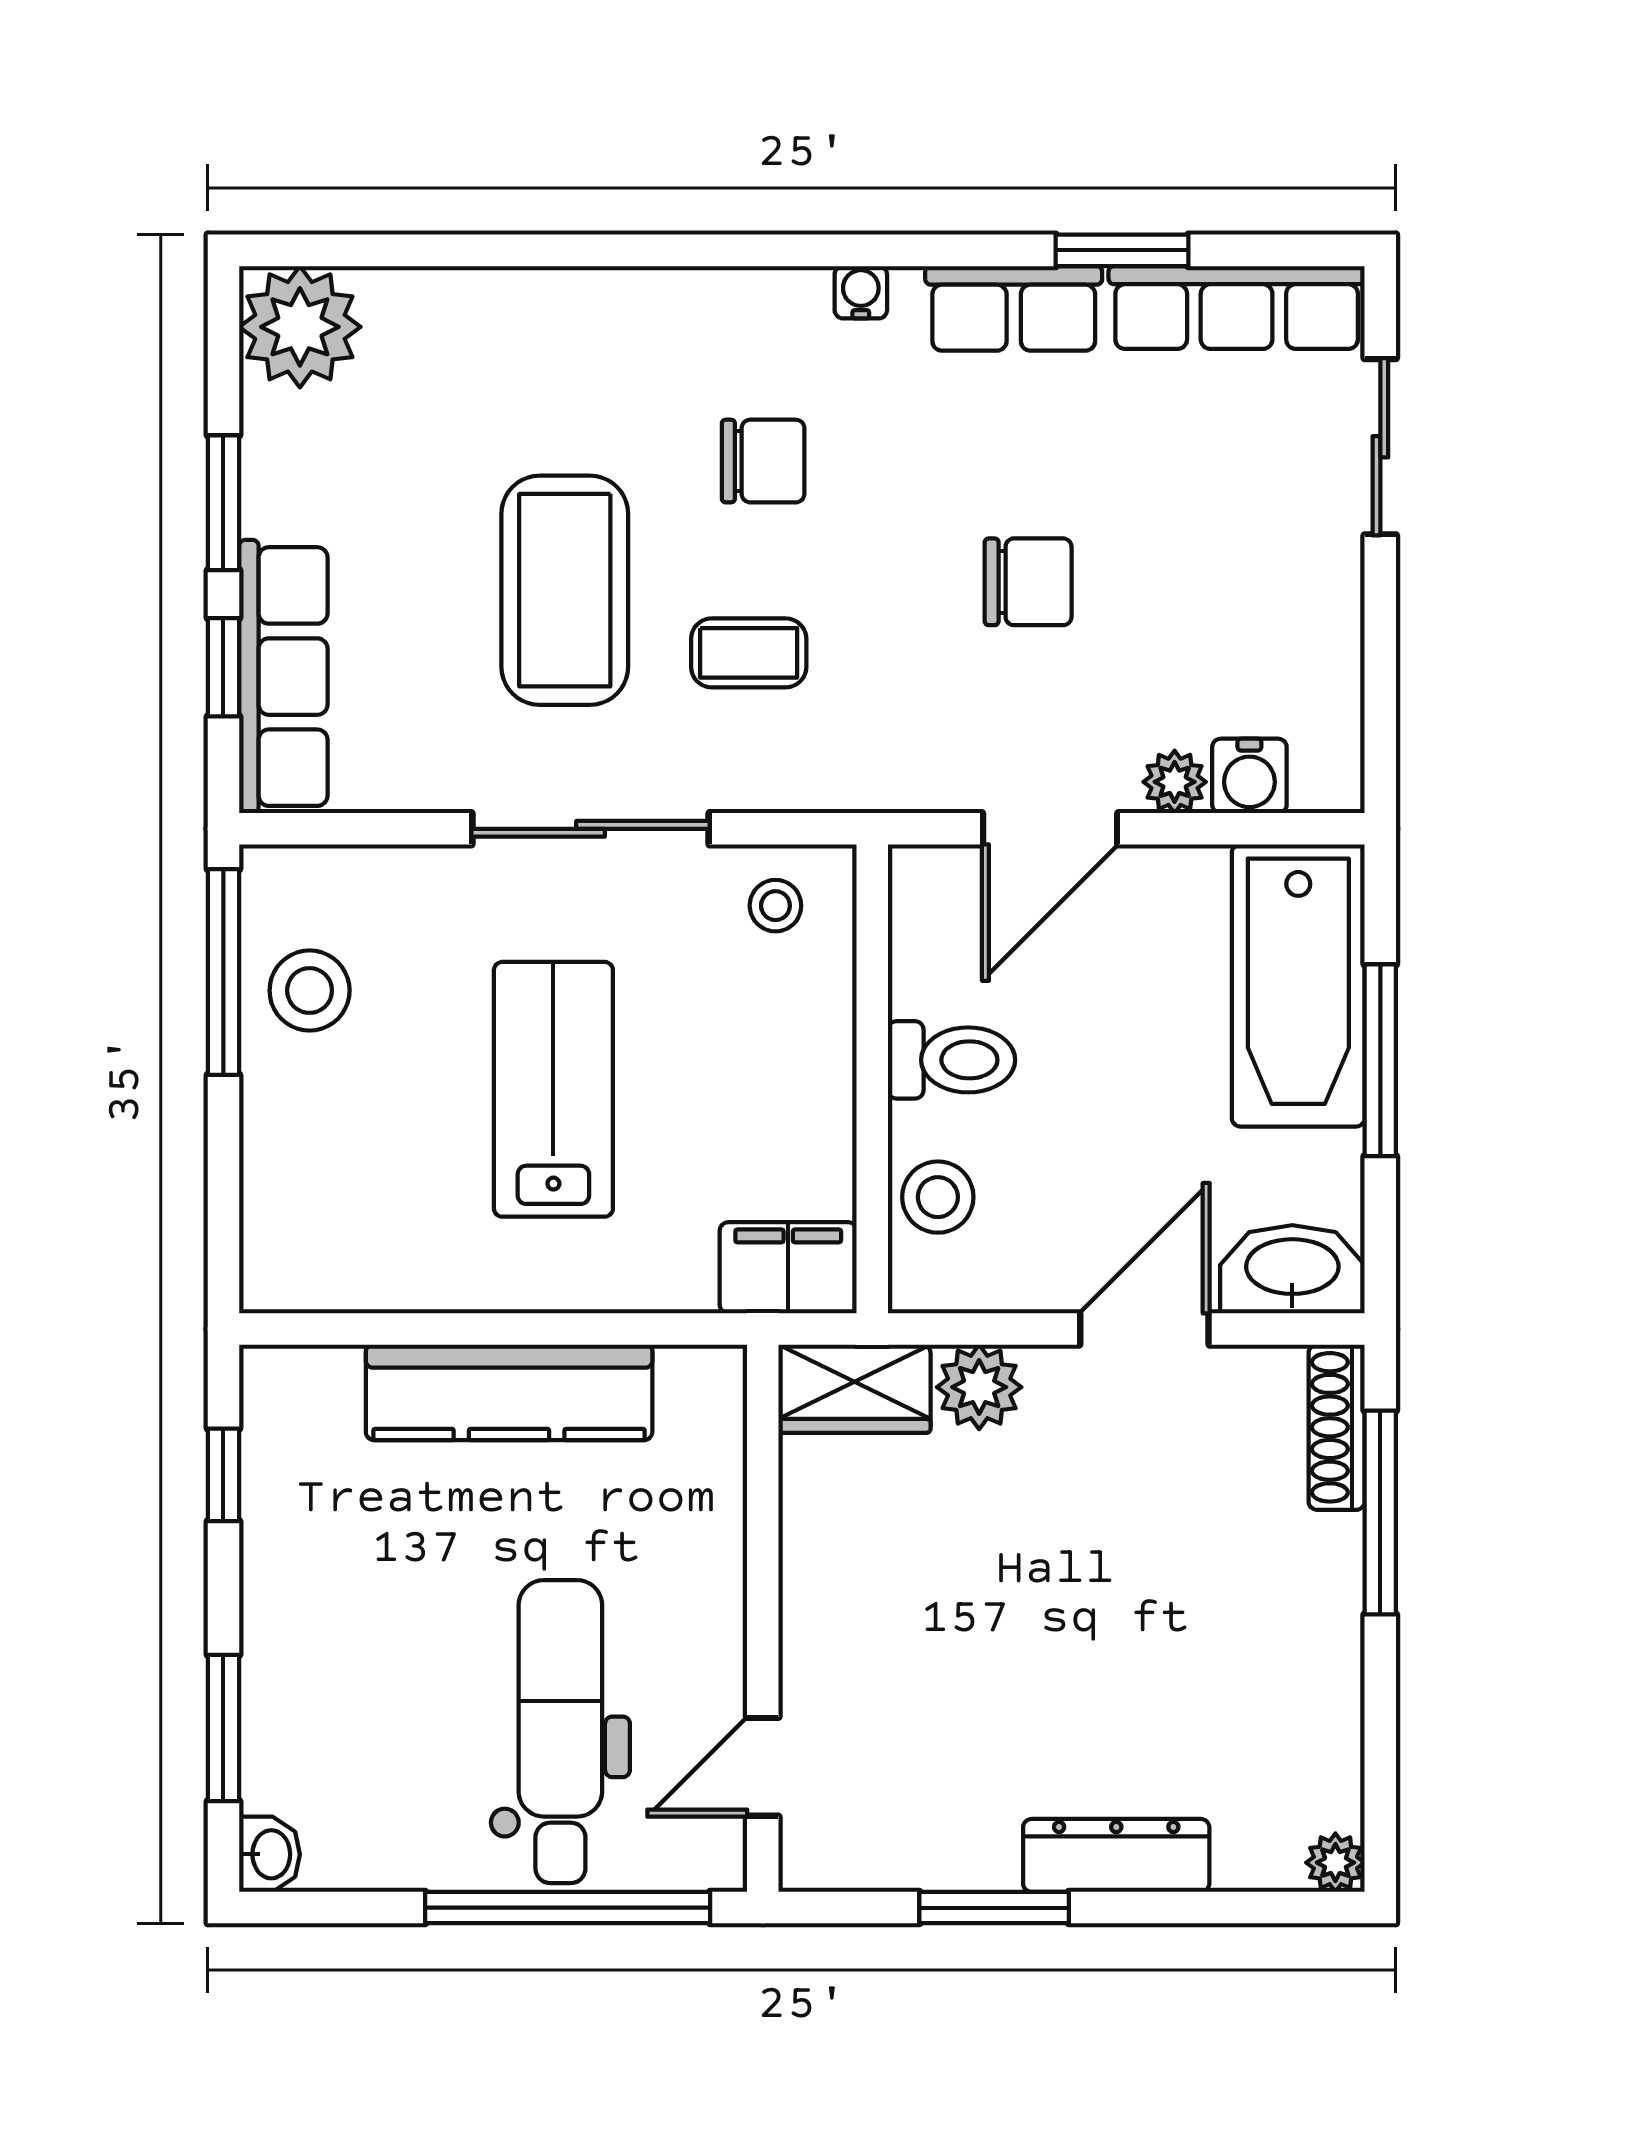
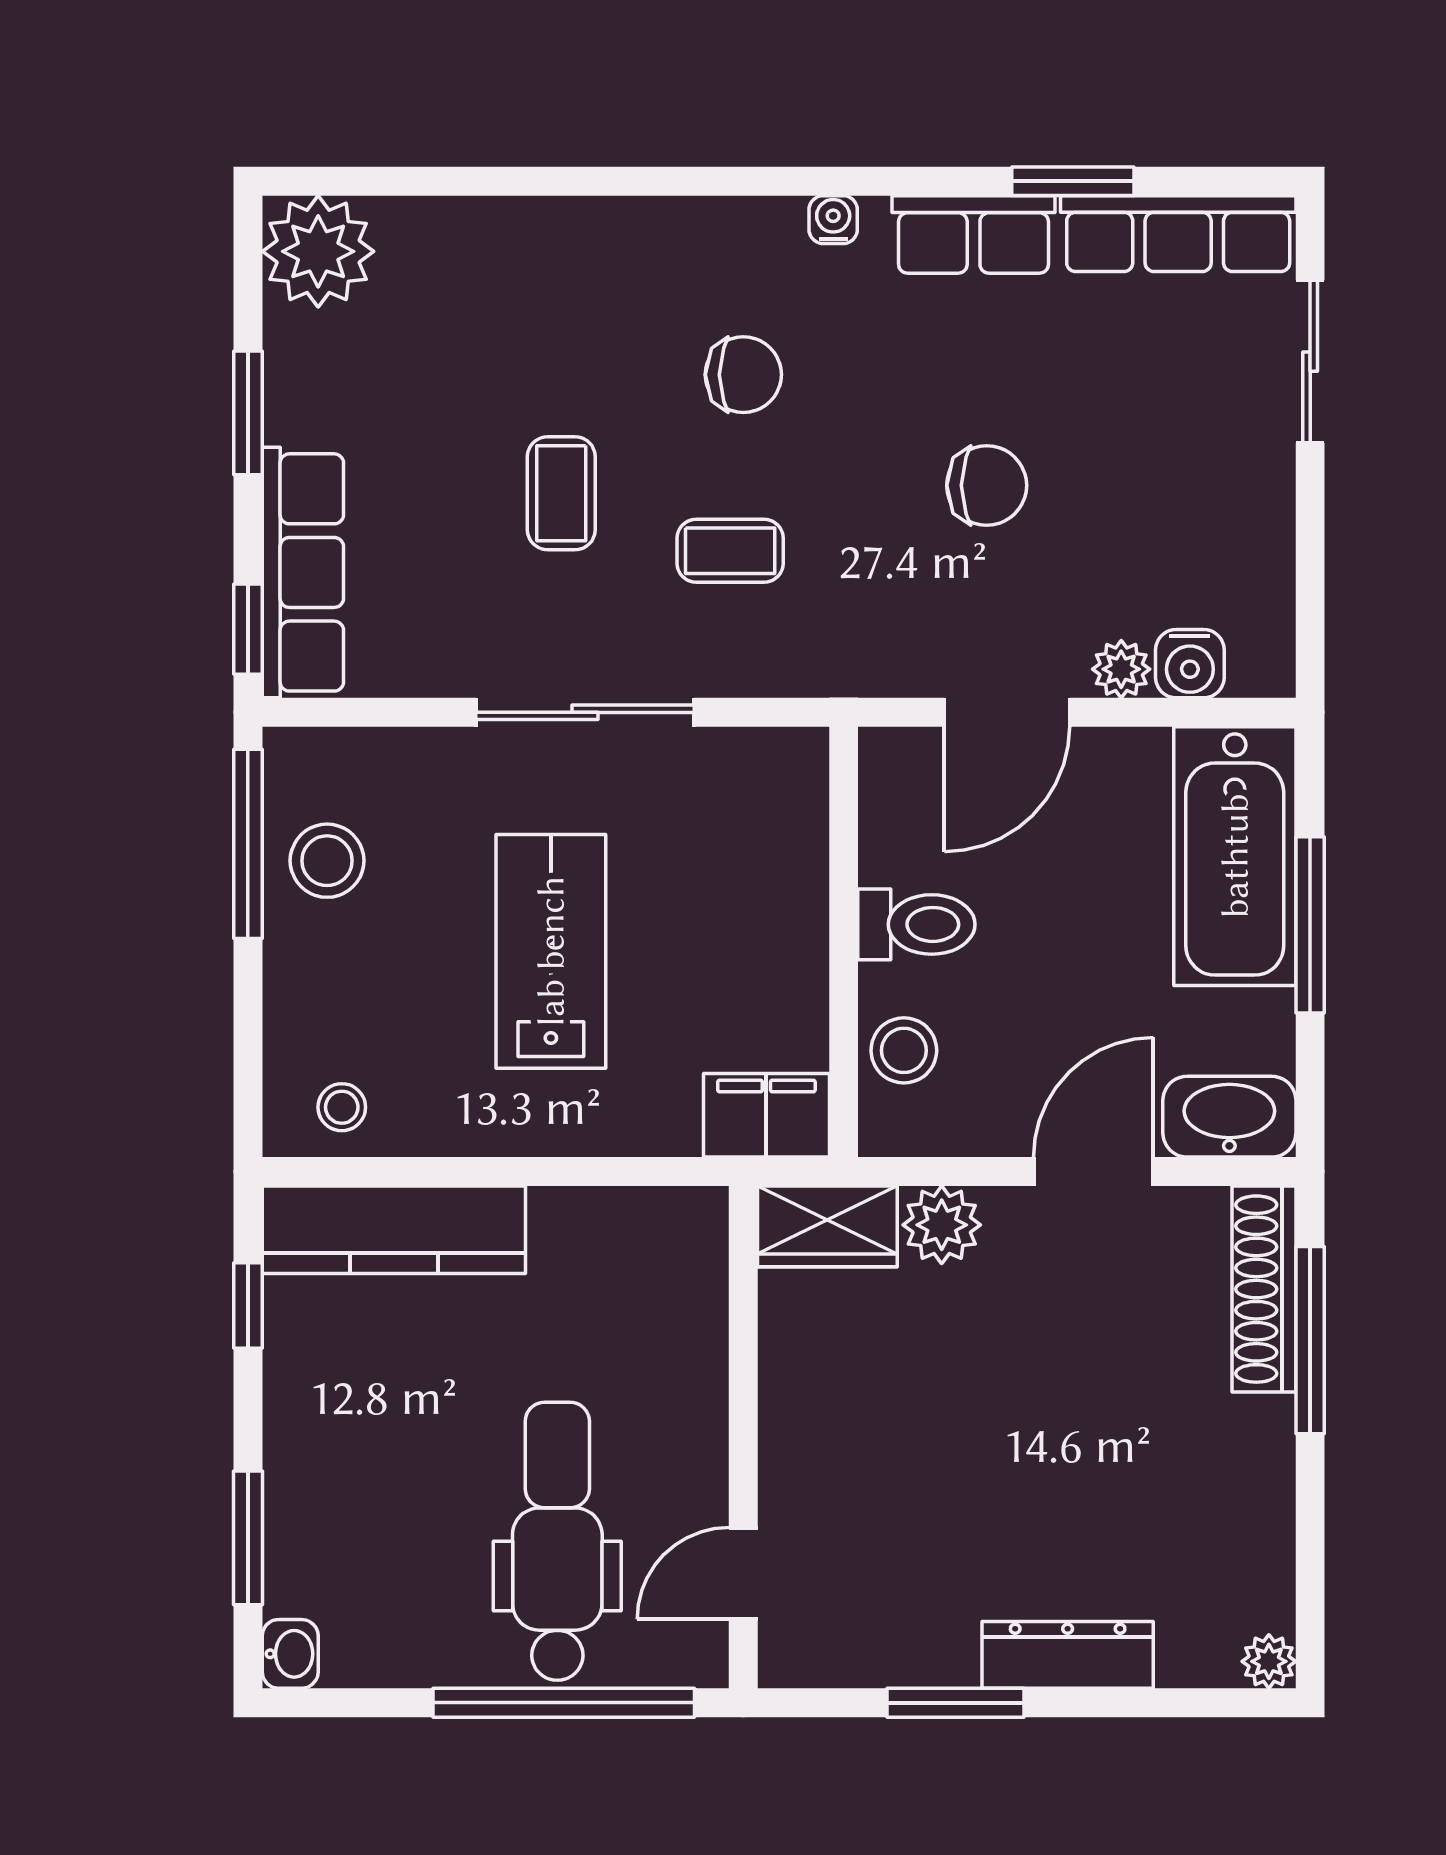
coffee table: (565, 590) -> (561, 493), width x0.54, depth x0.58
window: (223, 667) -> (248, 629), moved
stool: (775, 906) -> (342, 1107), moved
kitchen counter: (509, 1392) -> (394, 1230), moved
shoe rack: (1337, 1427) -> (1264, 1289), width x1.36, depth x1.24

